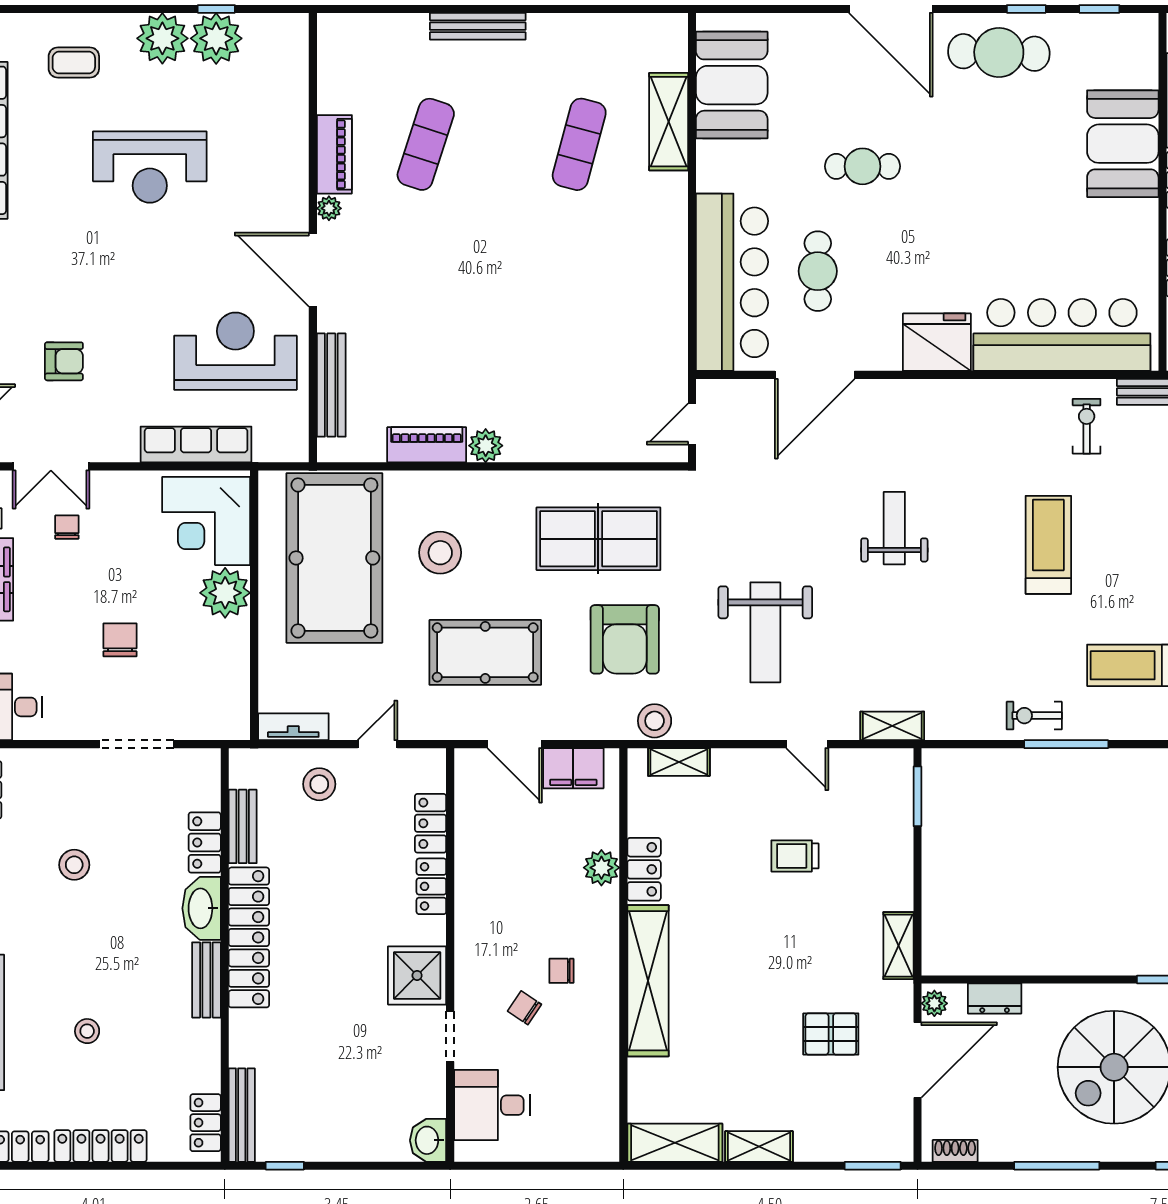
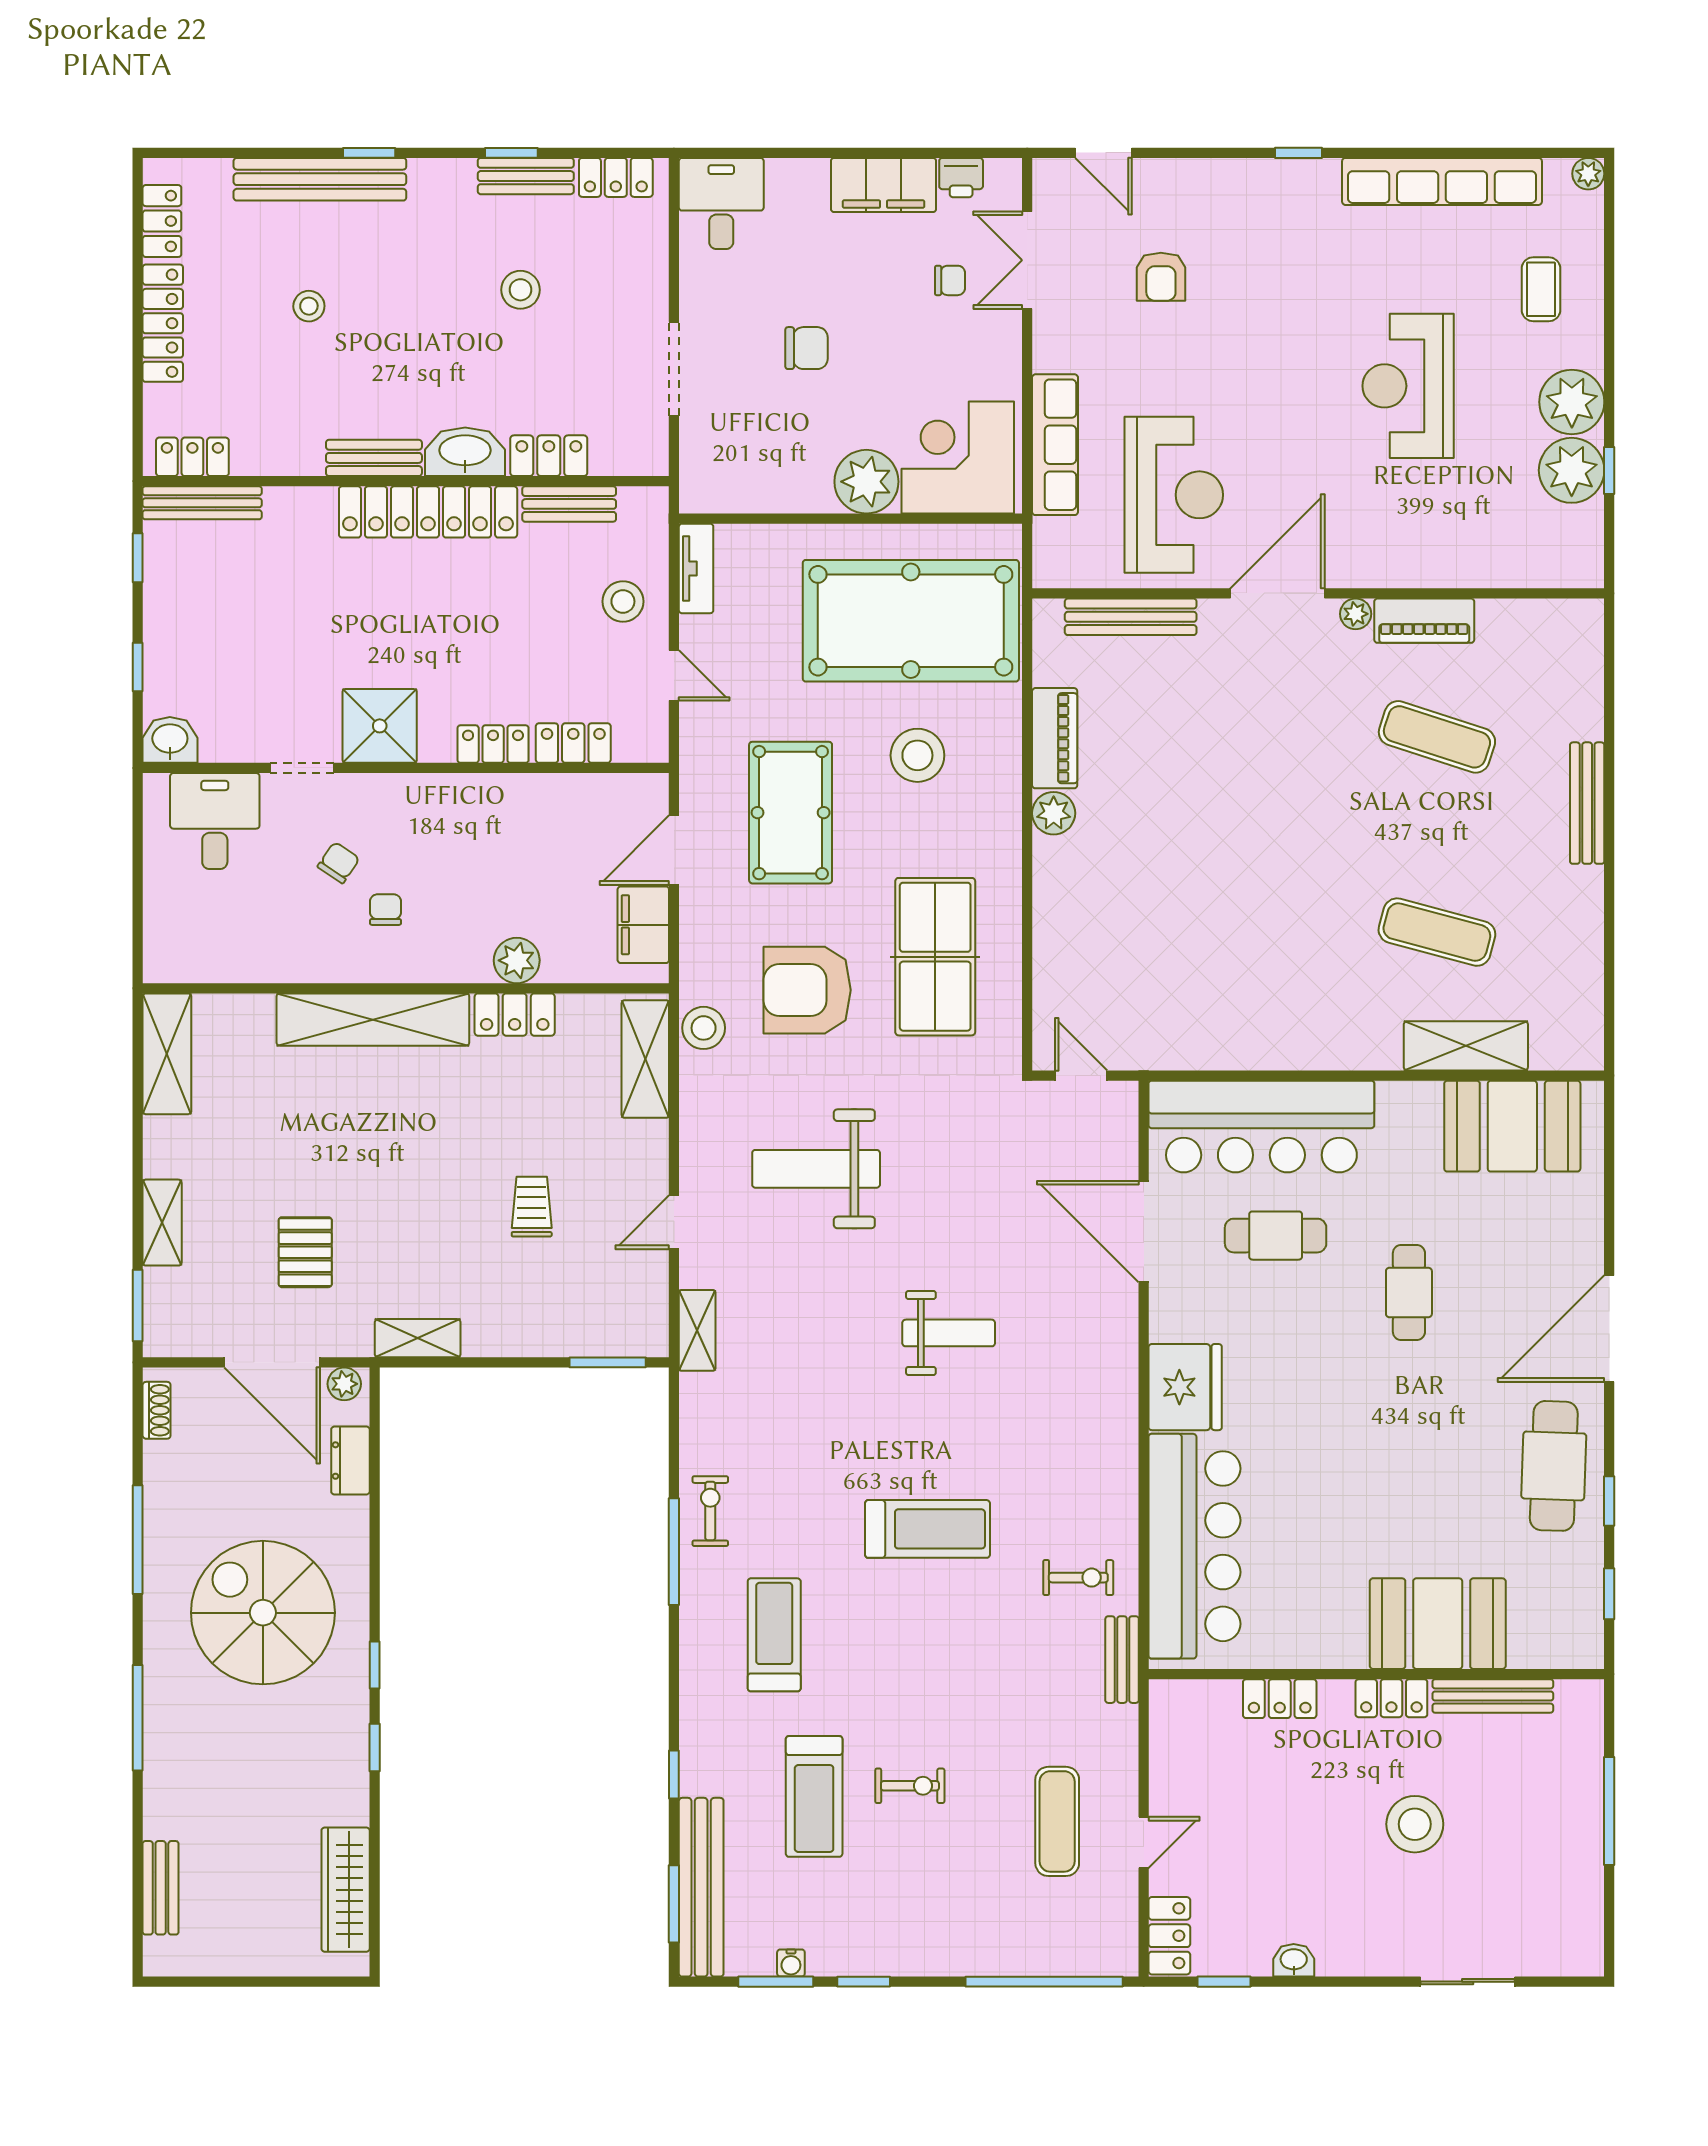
shelving: (679, 762) -> (645, 1059), width x1.50, depth x1.33
shelving: (759, 1147) -> (162, 1223), moved
window: (371, 1166) -> (138, 667), added

